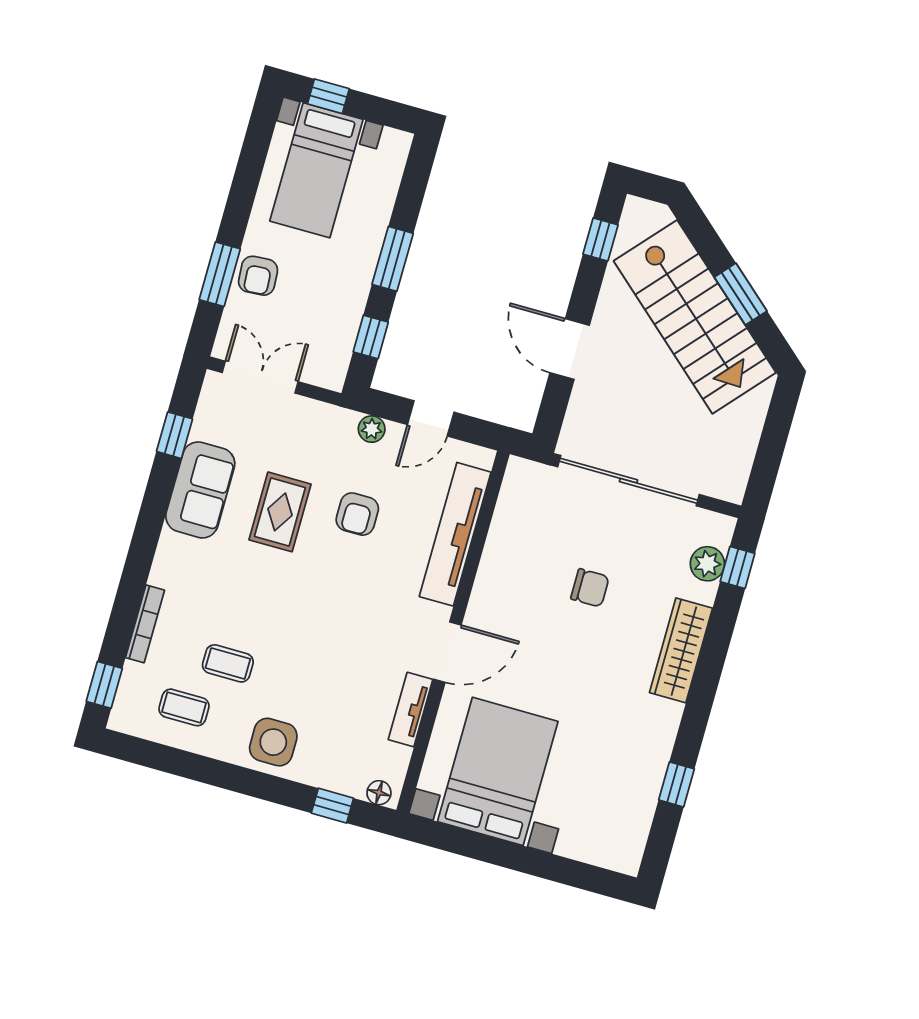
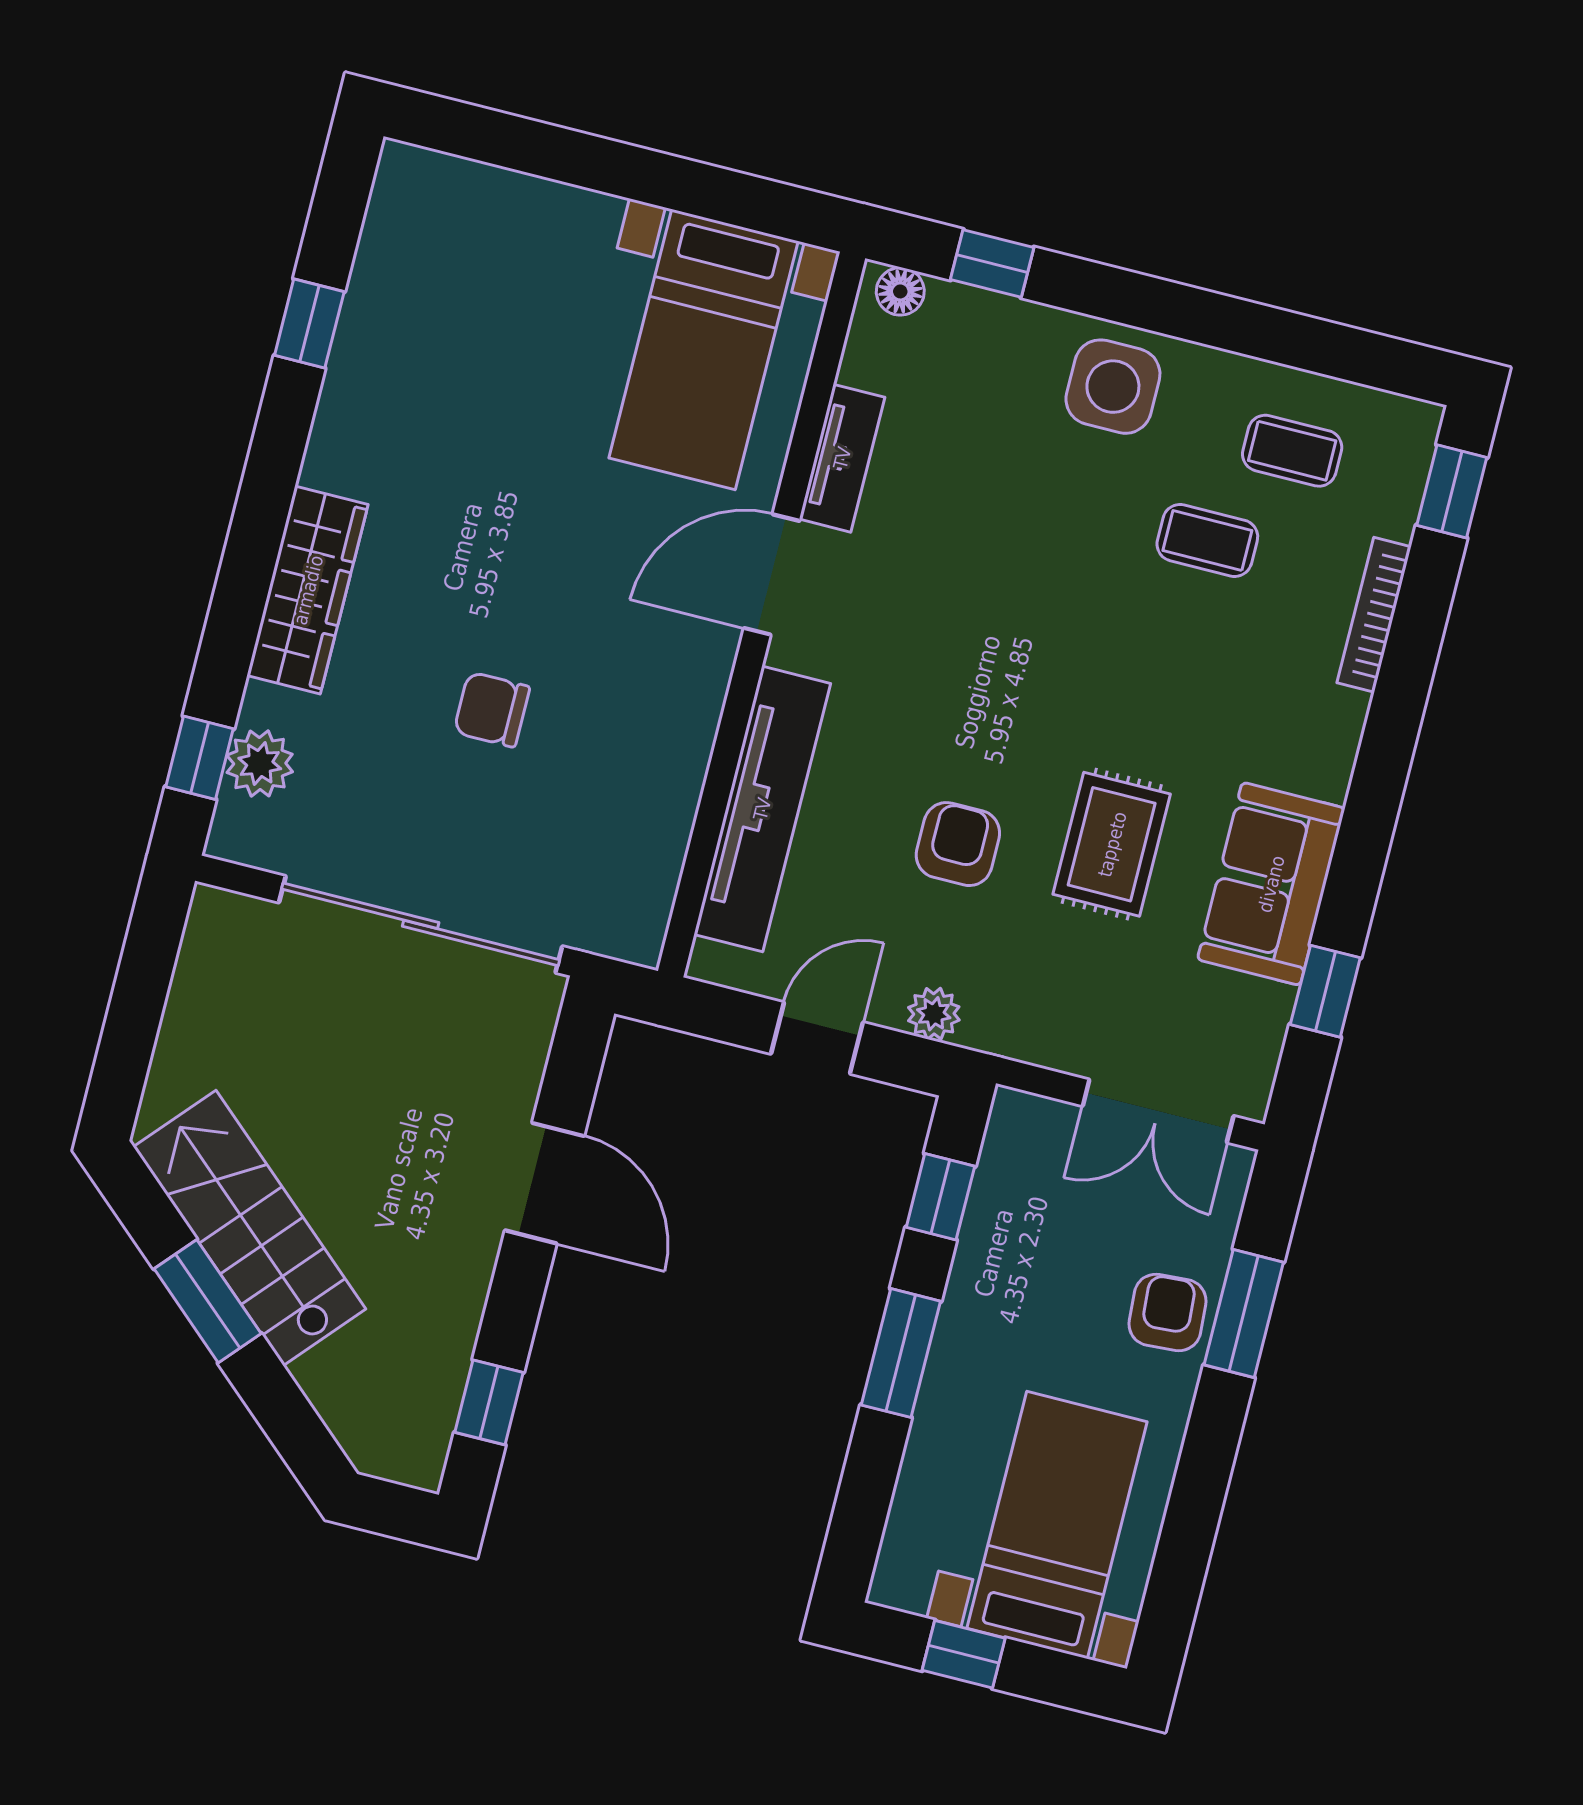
window: (328, 96) -> (964, 1654), moved
stairs: (695, 317) -> (249, 1228), width x0.73, depth x0.66
bed with nightstands: (498, 771) -> (703, 350), width x0.73

